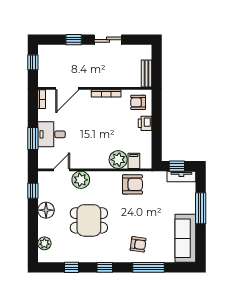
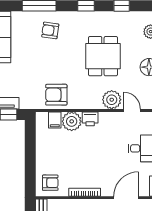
printer: (145, 123) -> (90, 119), moved, turned 90
door: (62, 170) -> (132, 110), swing flipped
dining table: (89, 220) -> (103, 56), turned 90

